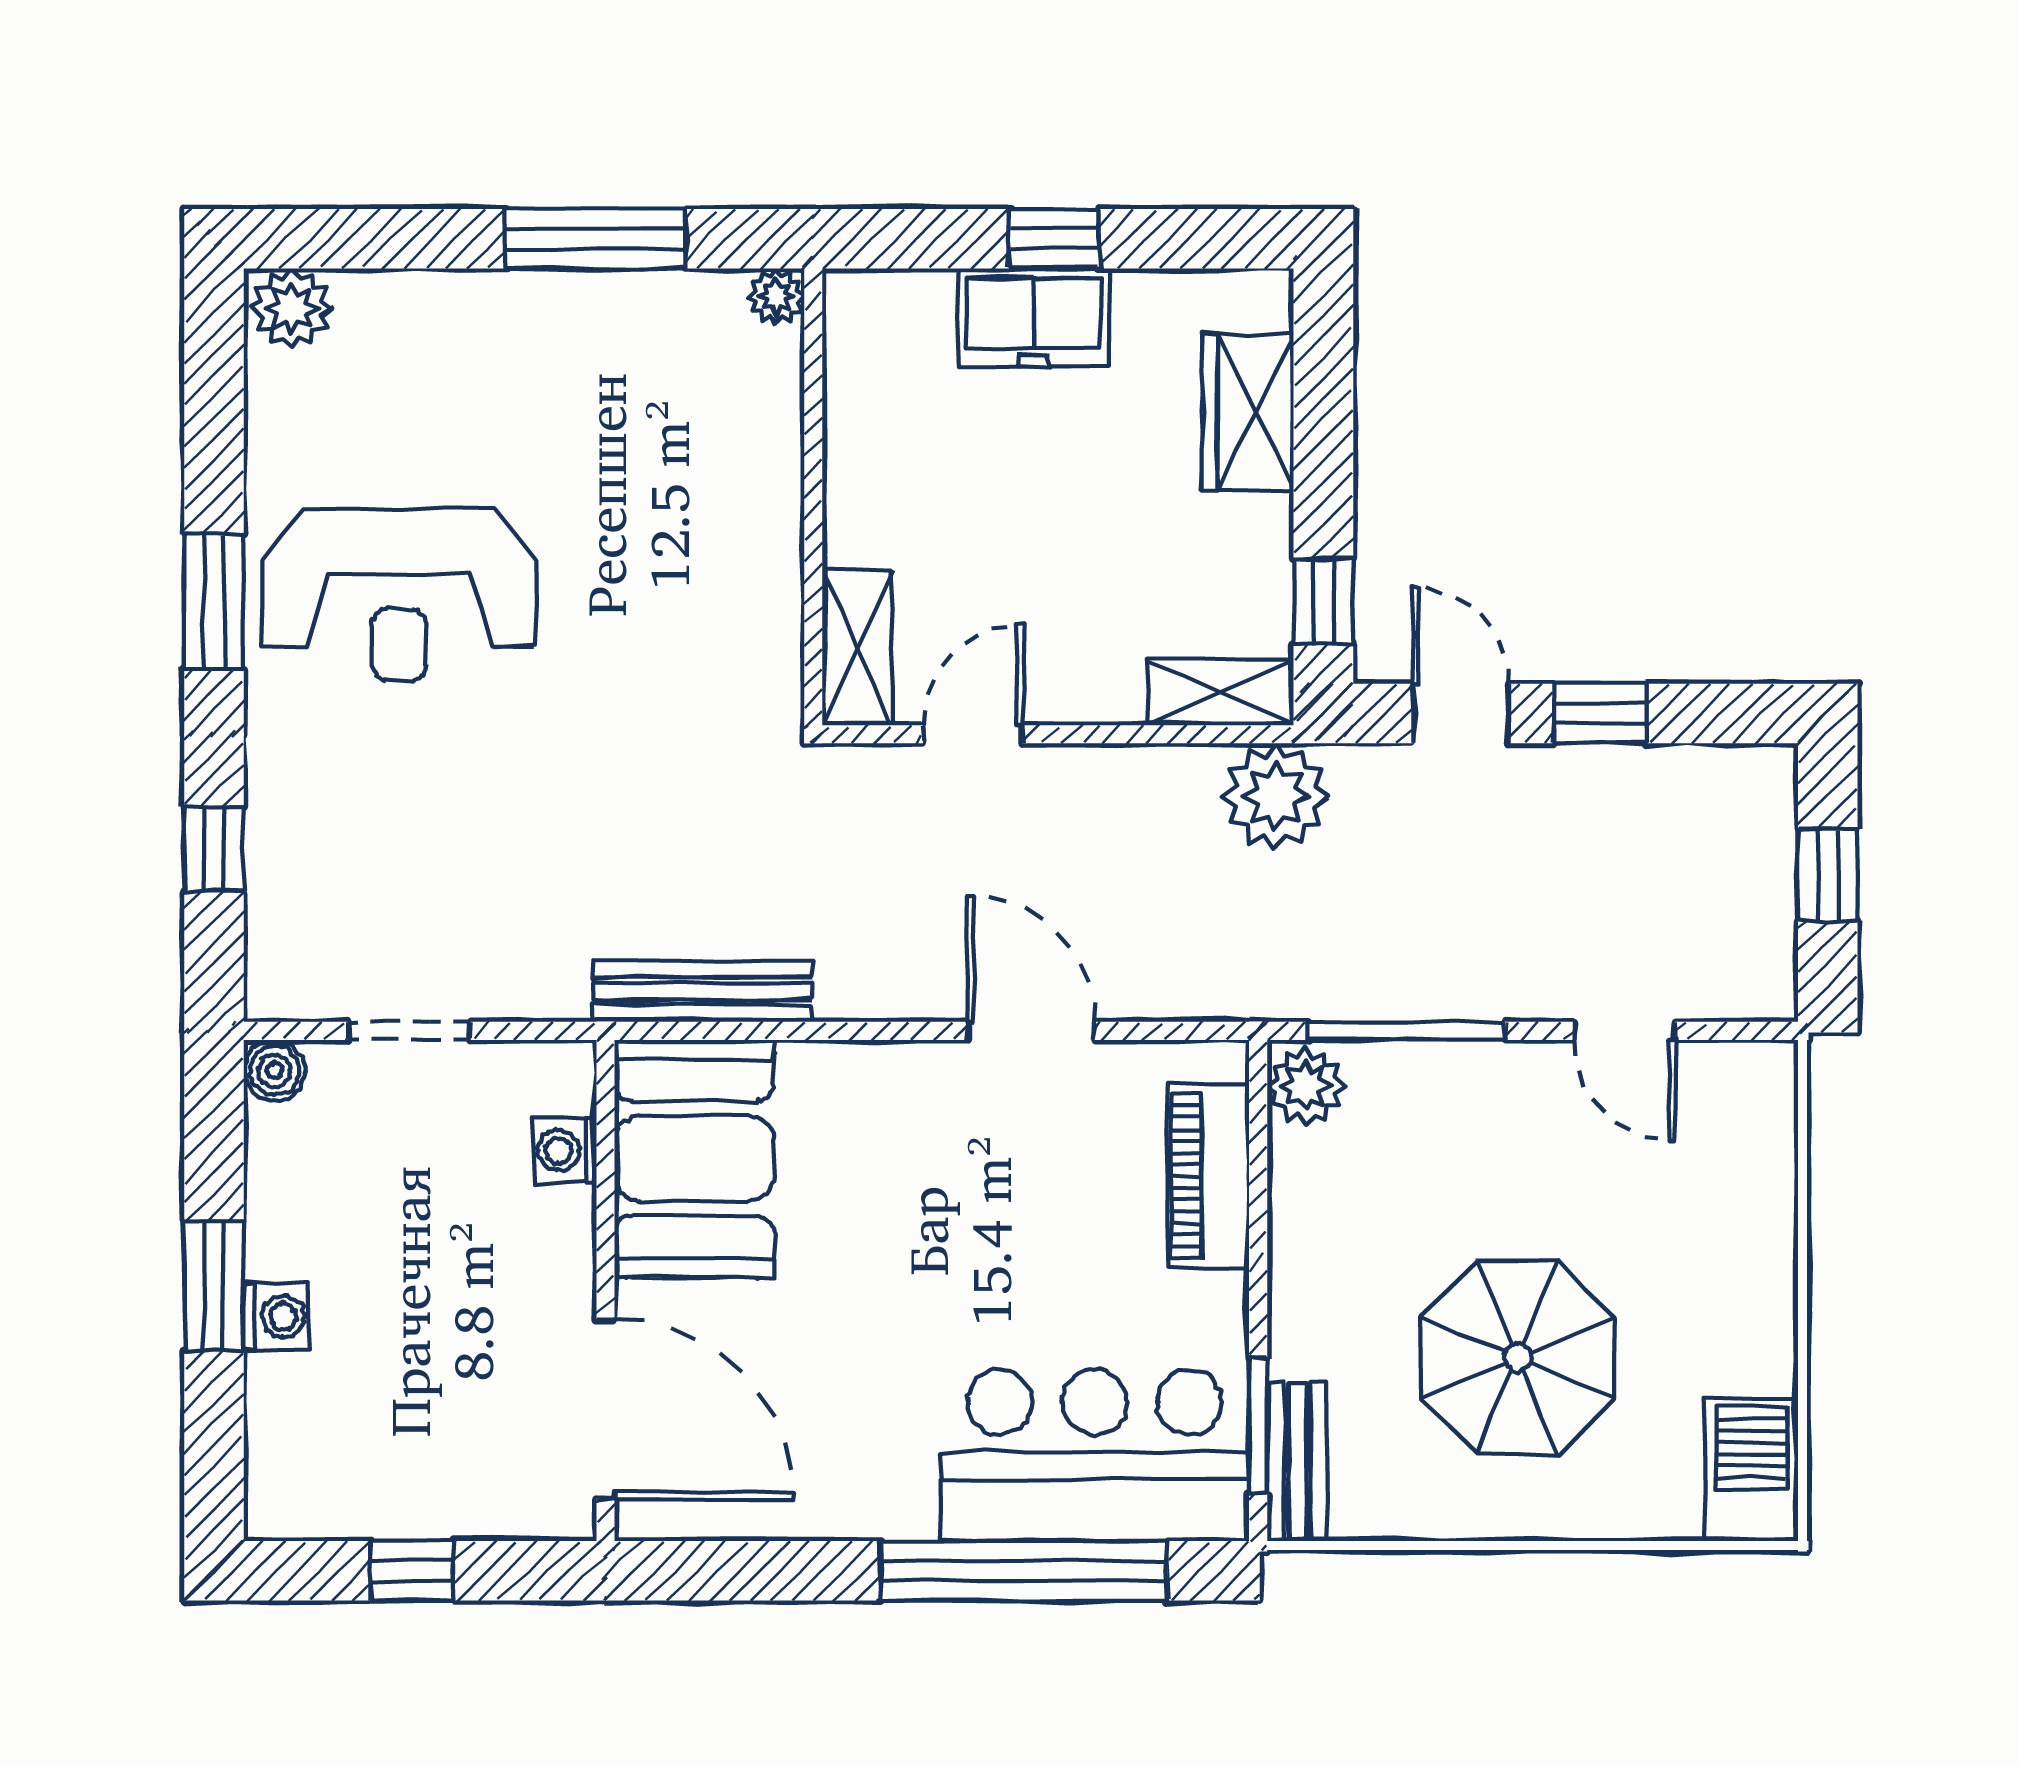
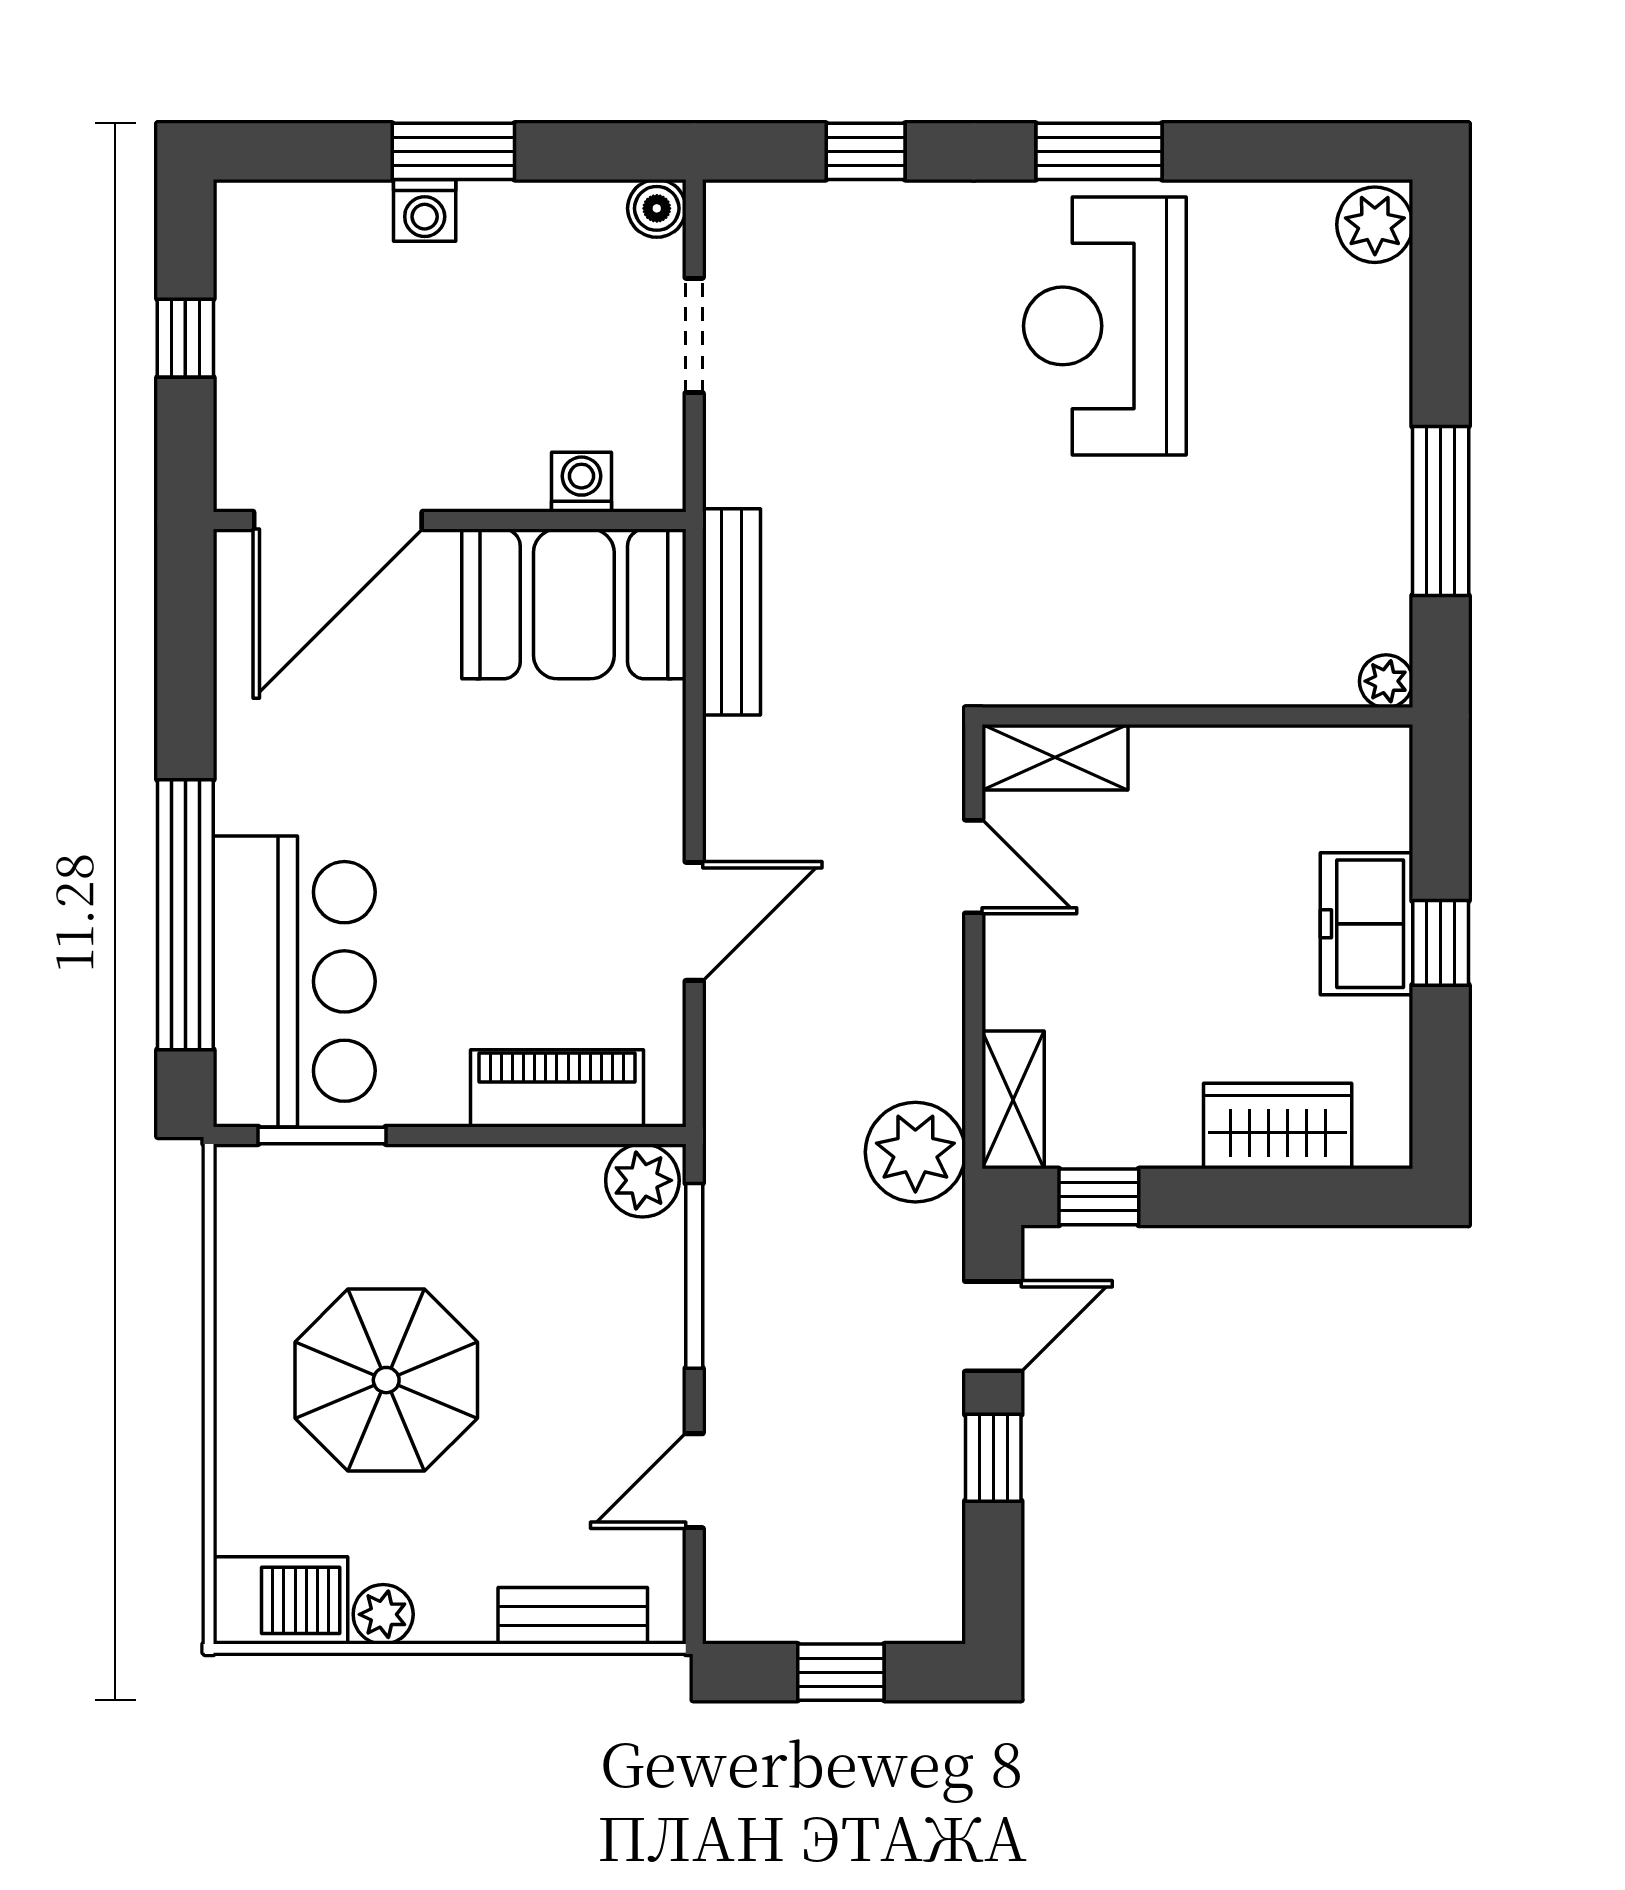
plant: (1766, 1361) -> (383, 1614), added
bench: (1297, 1462) -> (573, 1616), moved

